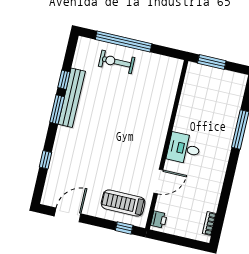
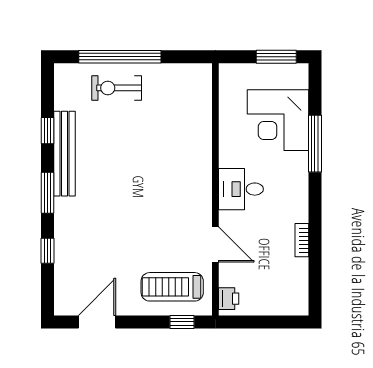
window: (212, 62) -> (276, 57), moved
corner desk: (219, 108) -> (278, 120), added
window: (57, 110) -> (47, 193), moved
door: (158, 181) -> (215, 245), hinge flipped
bookcase: (209, 224) -> (302, 240), moved

